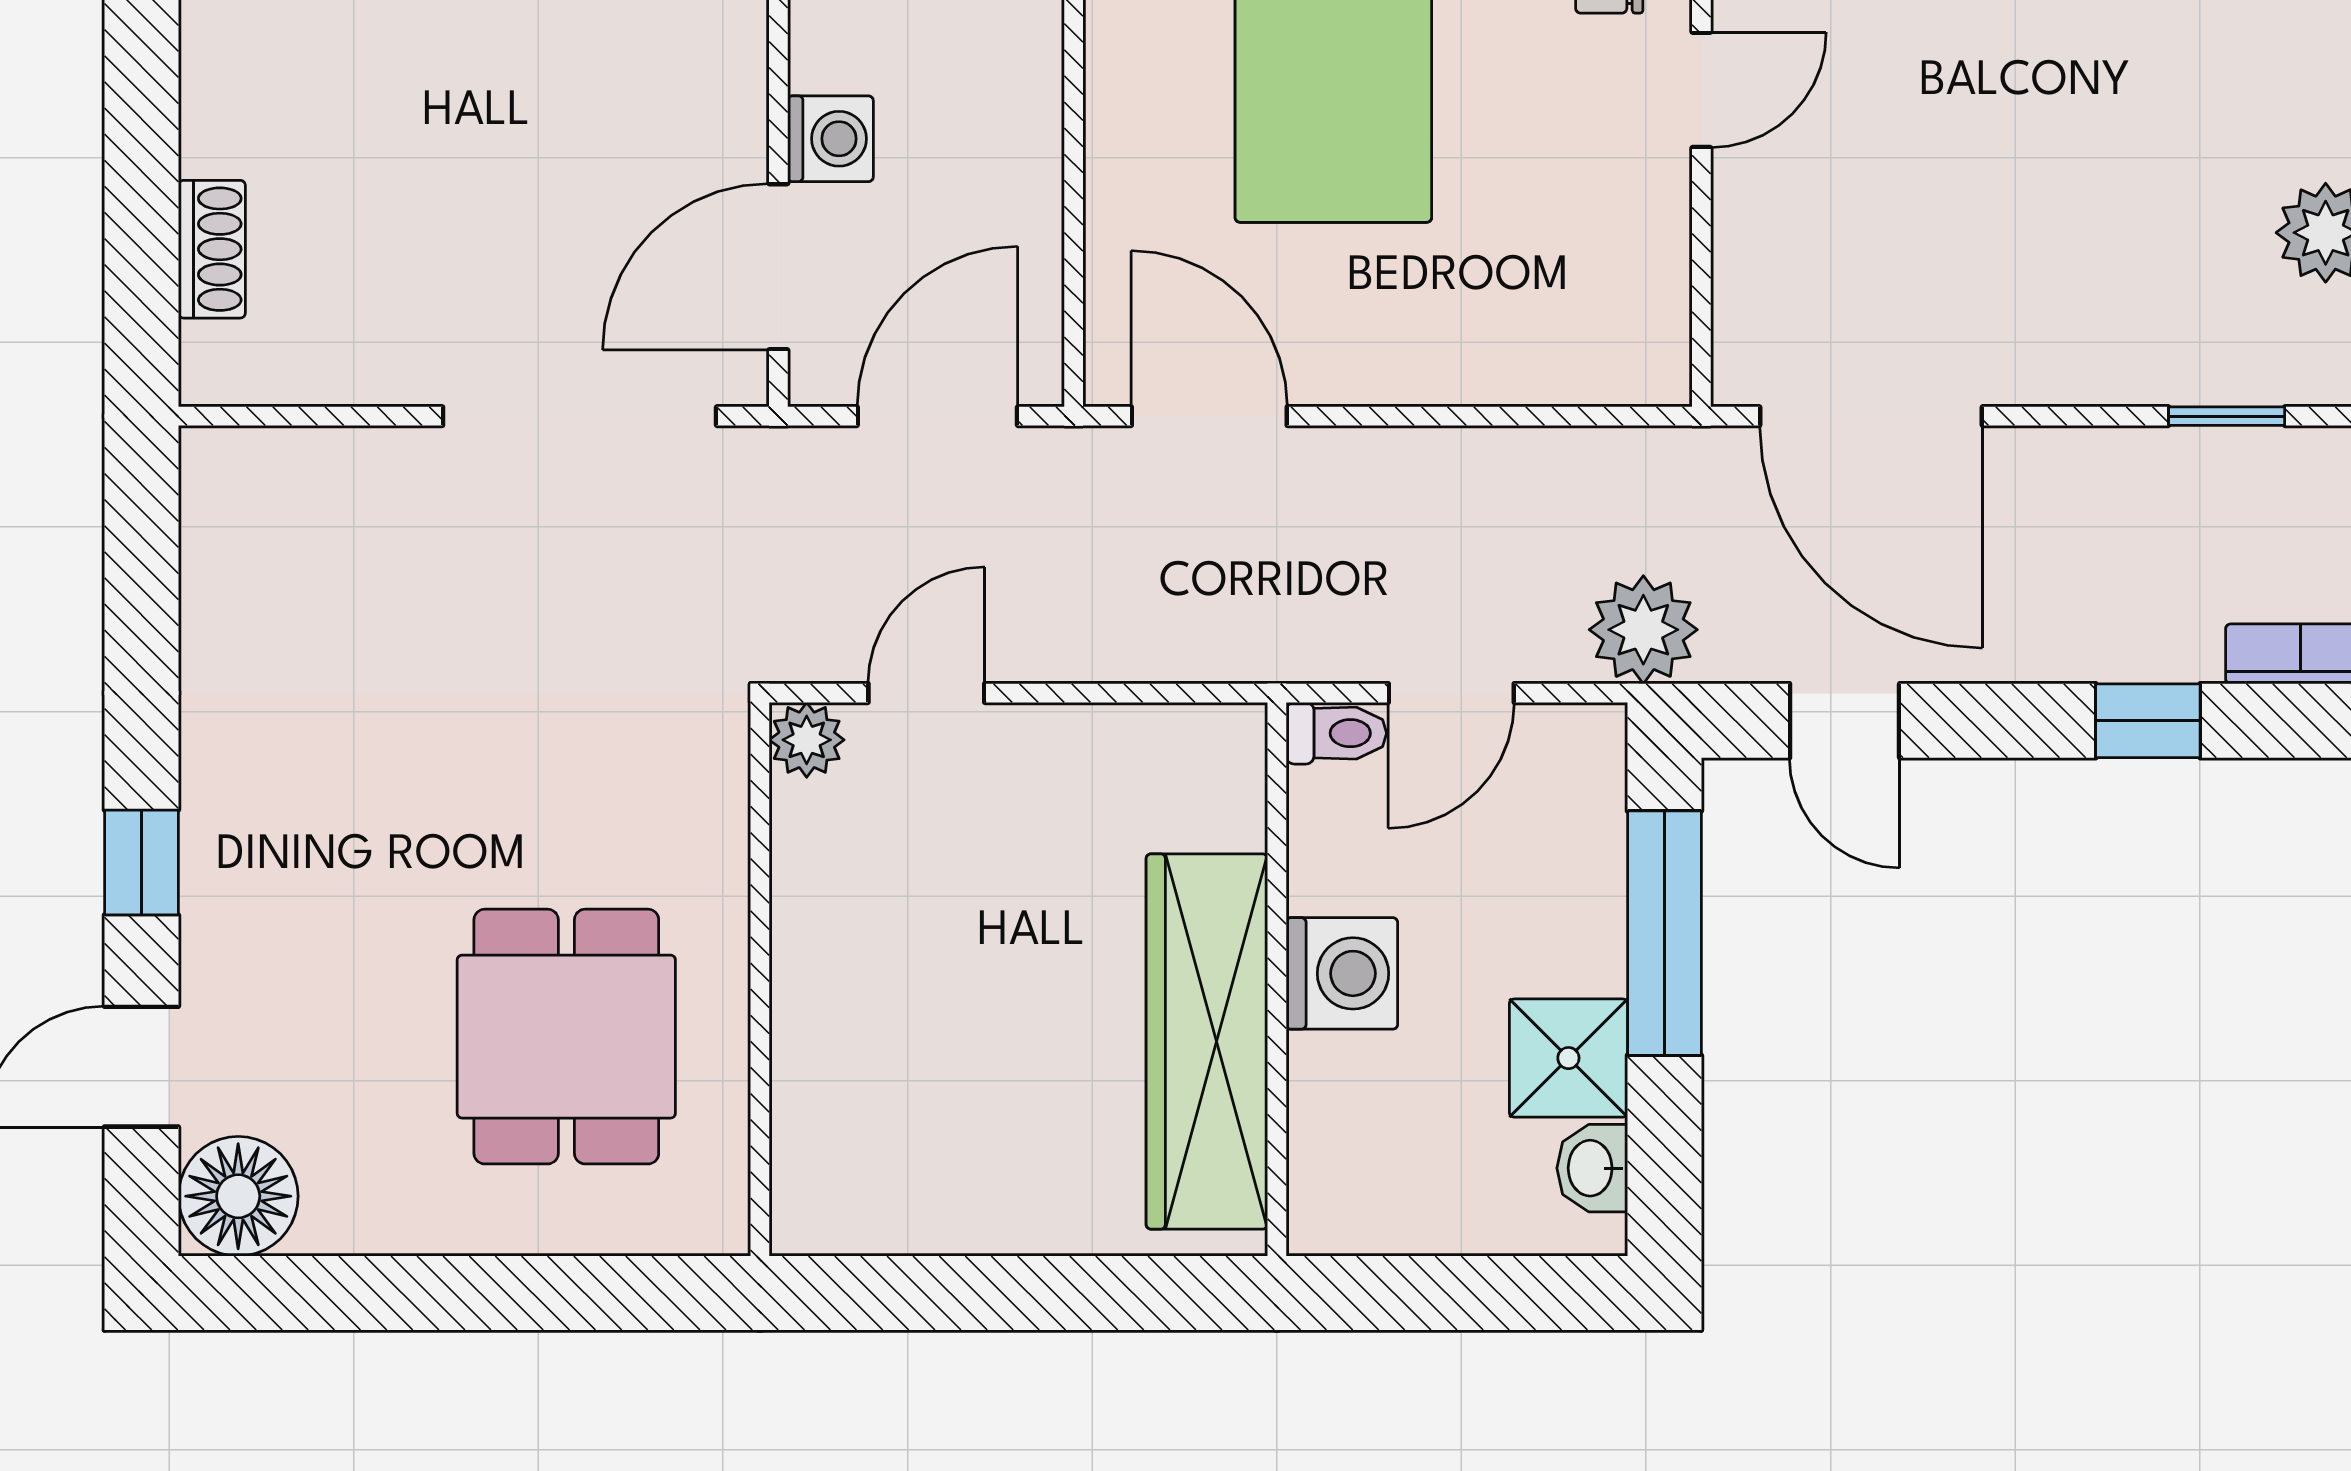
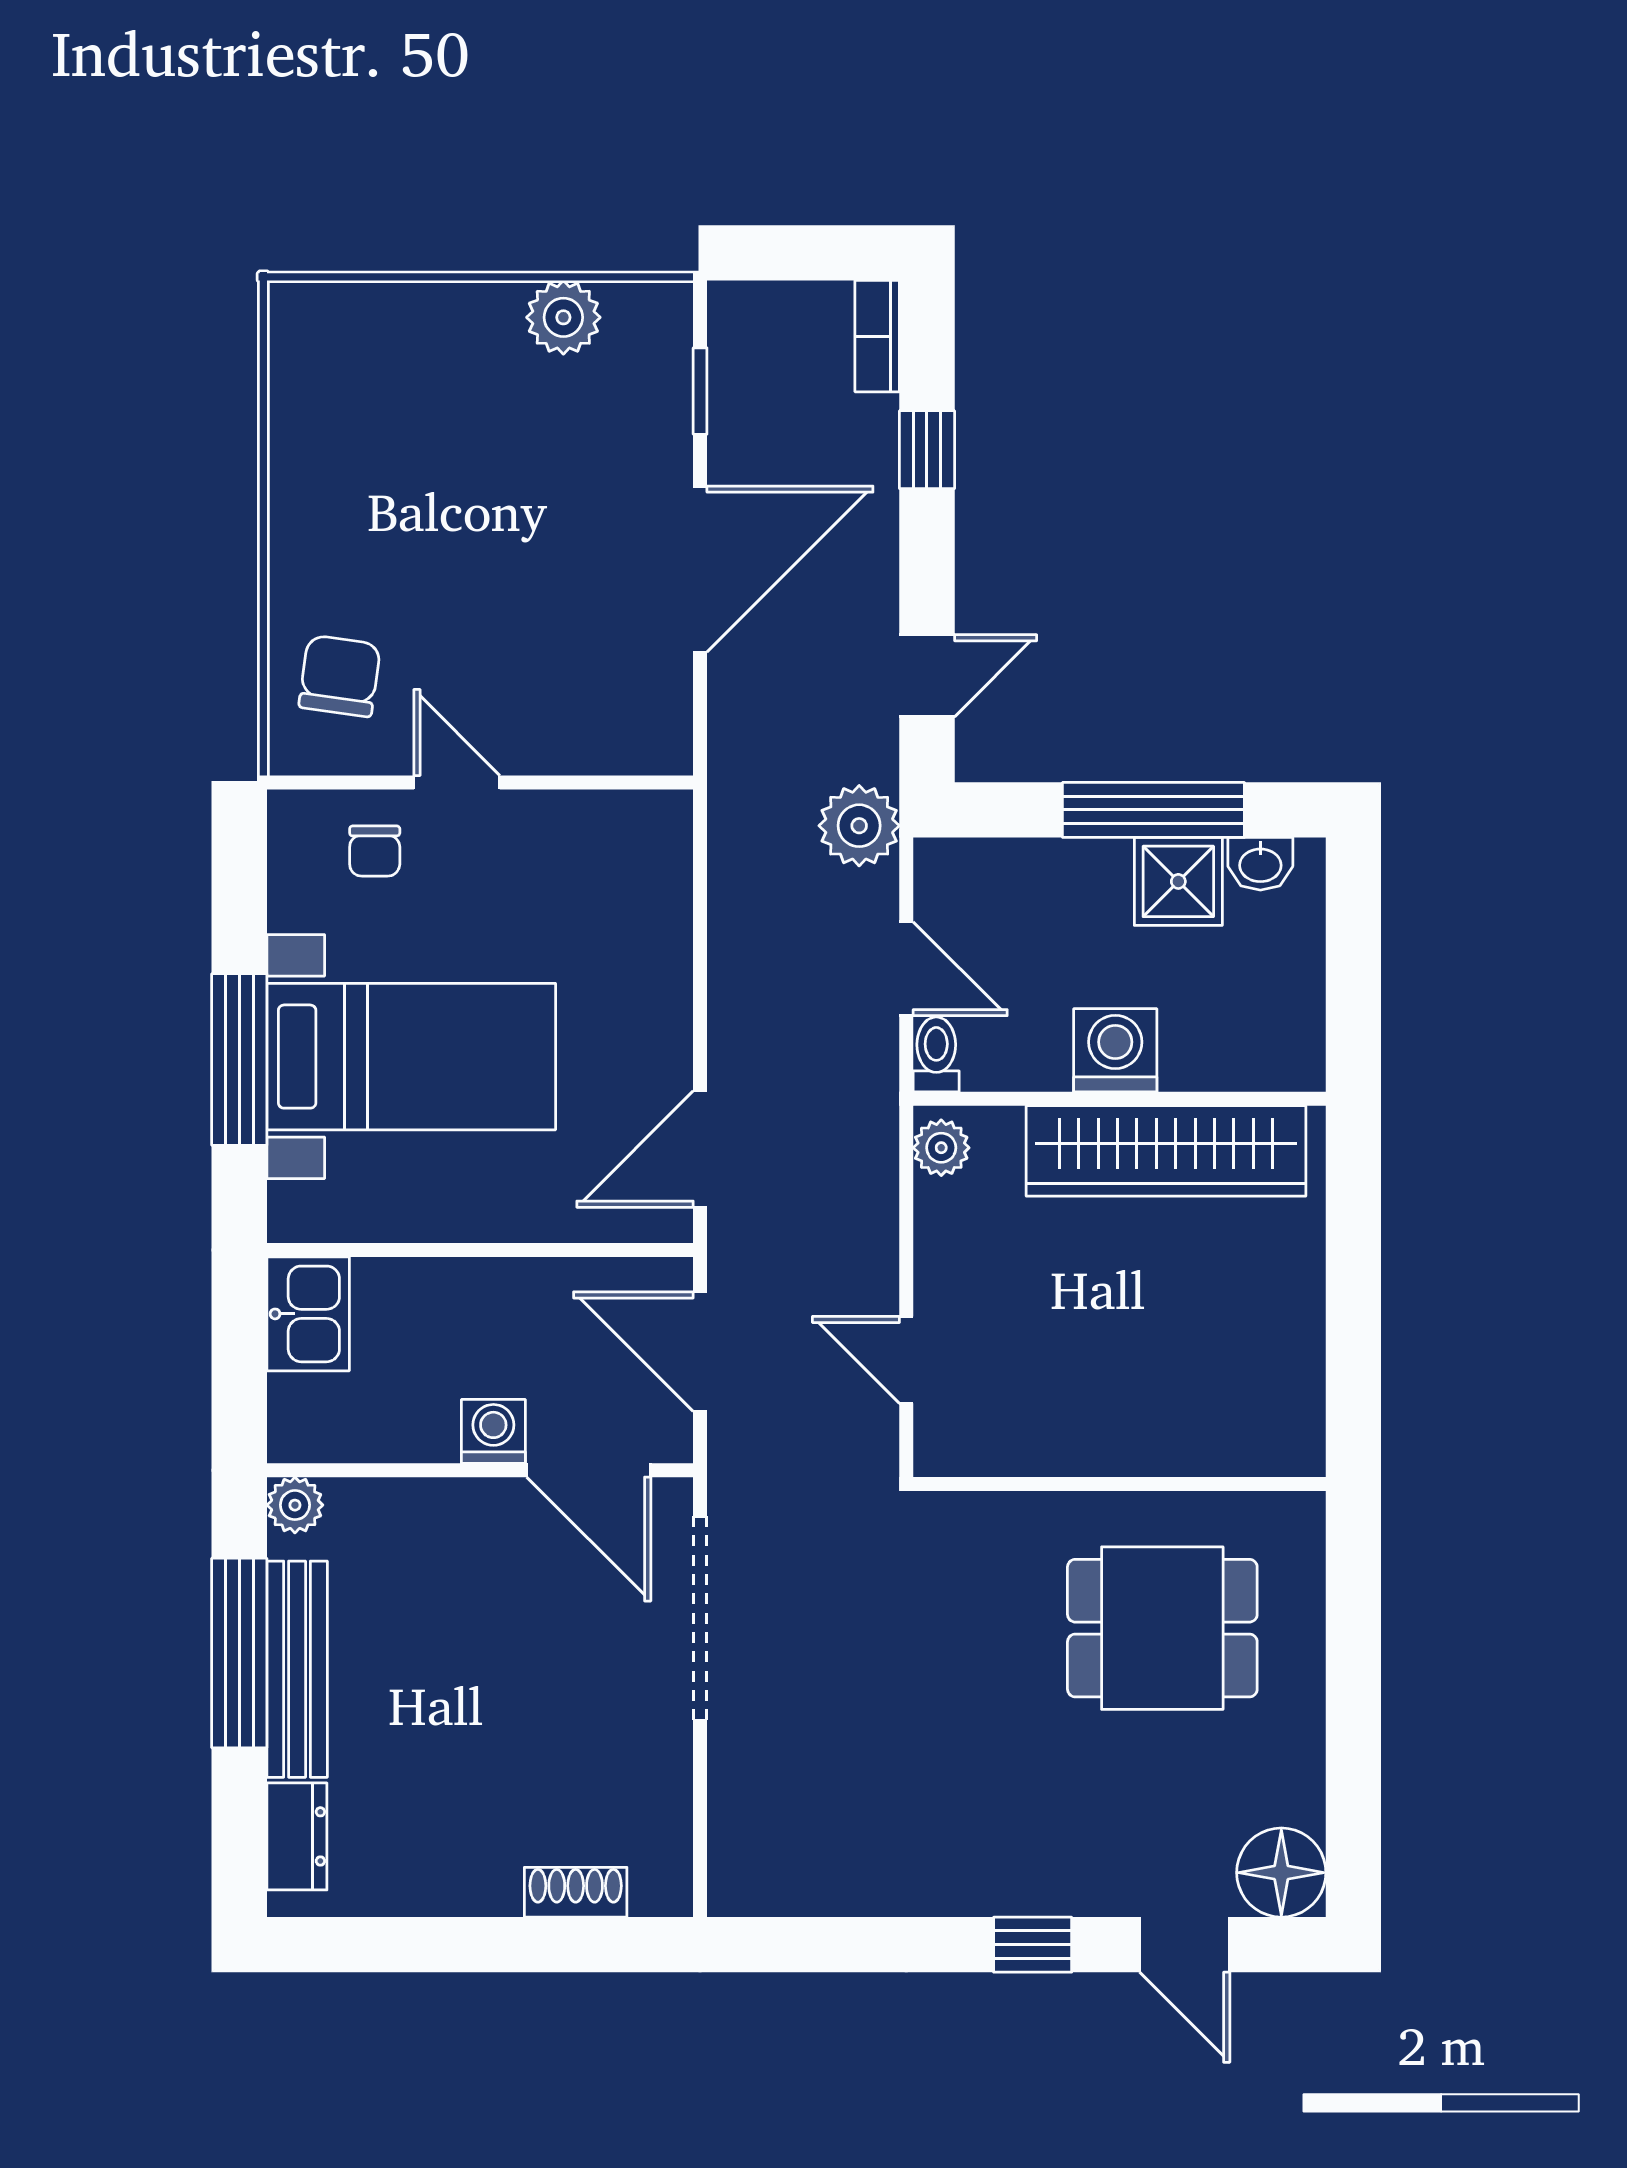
door: (1871, 416) -> (700, 569), moved
plant: (807, 740) -> (941, 1148), moved
window: (1664, 933) -> (1153, 810), moved

